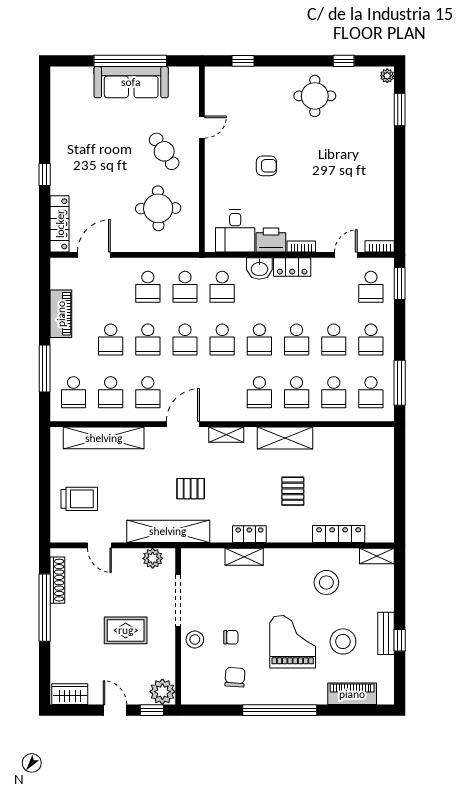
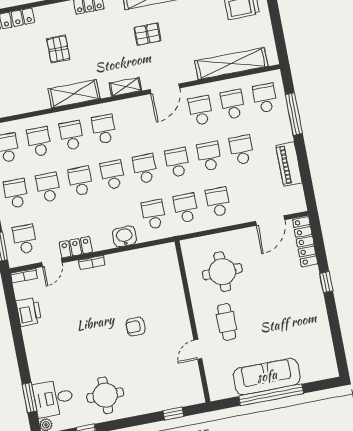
cafe table: (164, 151) -> (227, 322), turned 34
desk: (235, 231) -> (53, 398), moved, turned -90
printer: (271, 240) -> (29, 312), moved, turned -90
locker: (292, 267) -> (76, 247), moved

